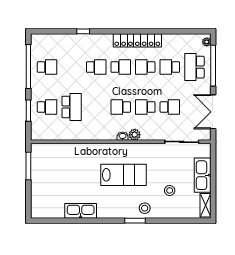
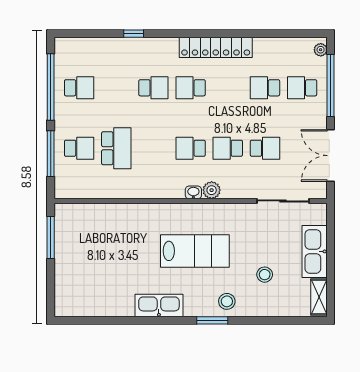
school desk: (121, 67) -> (191, 88), turned 180
school desk: (145, 67) -> (228, 88), removed
school desk: (194, 67) -> (302, 88), width x0.54
window: (28, 111) -> (51, 154), width x1.44
kitchen sink: (81, 211) -> (159, 306), moved

